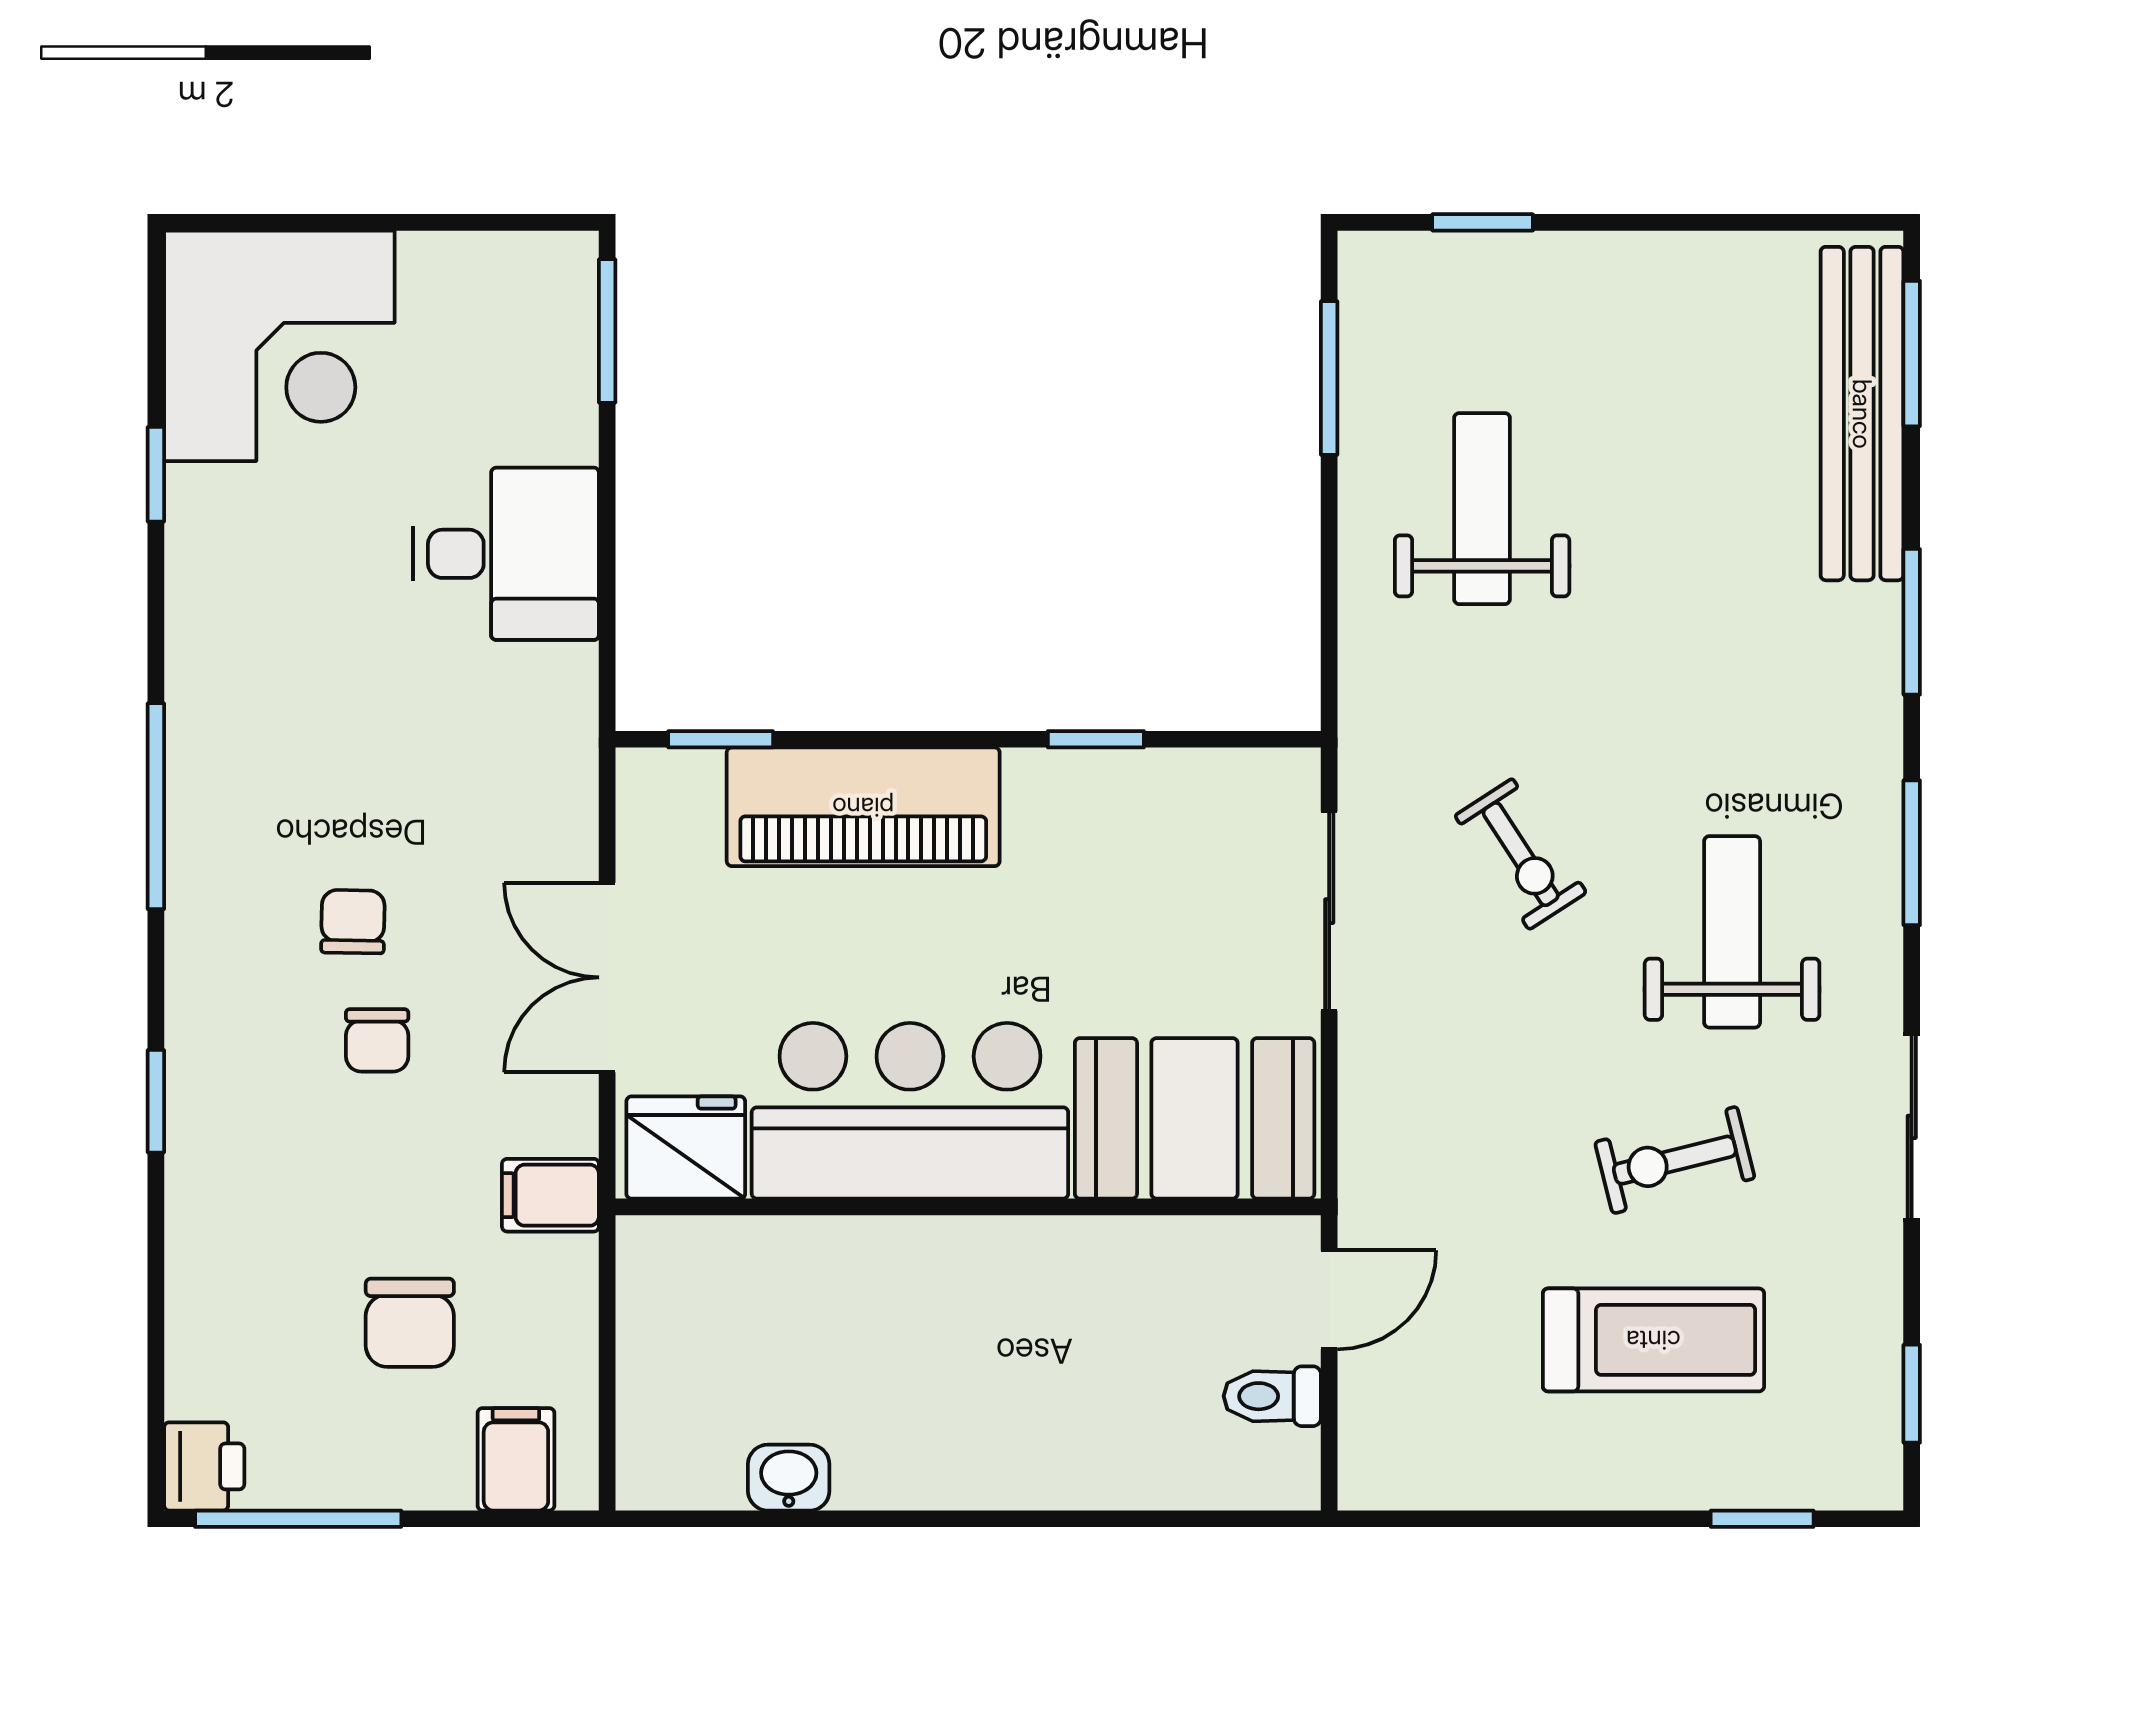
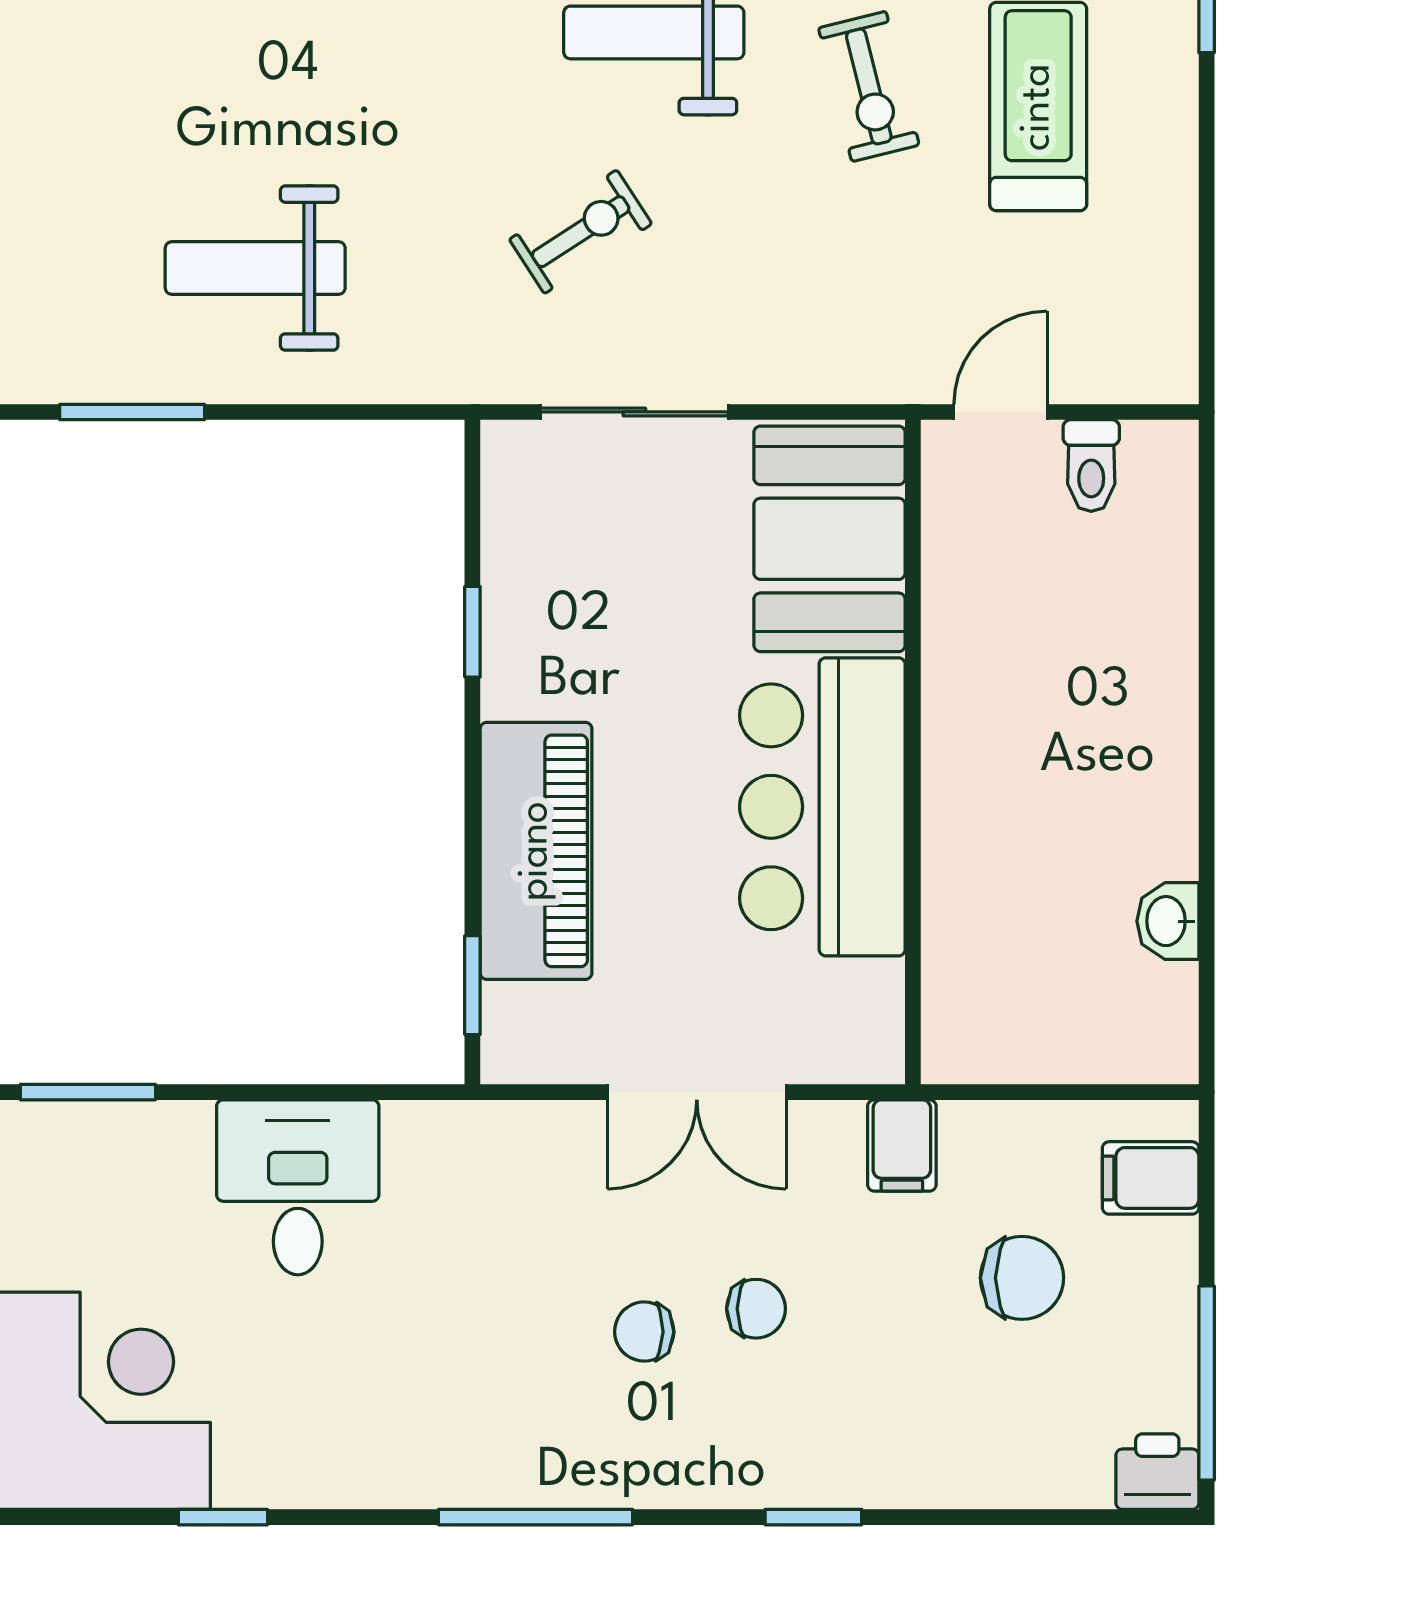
fridge: (686, 1148) -> (857, 1018), removed
door: (1329, 1300) -> (1000, 412), hinge flipped

